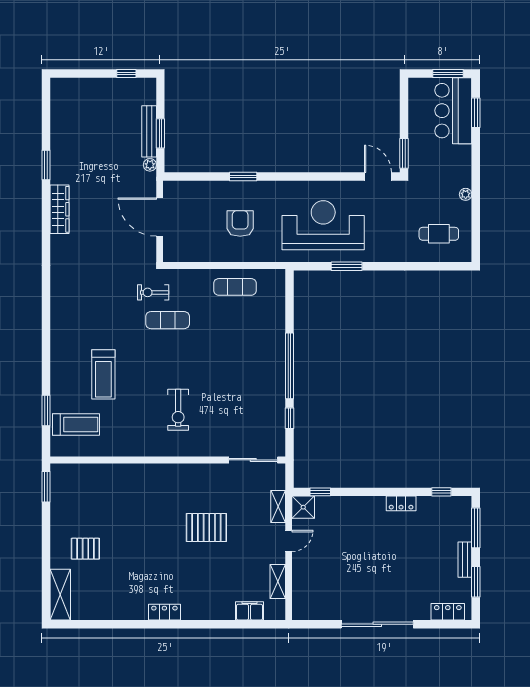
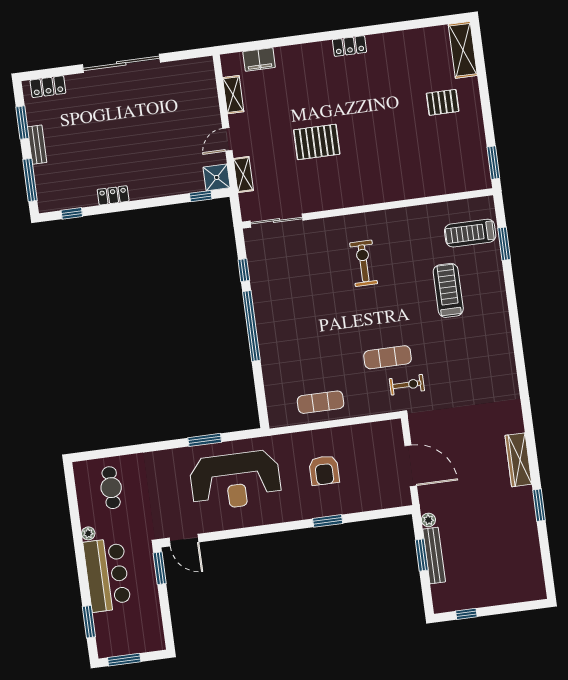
bar counter: (453, 111) -> (107, 575), moved
cafe table: (439, 234) -> (111, 488), turned 90

